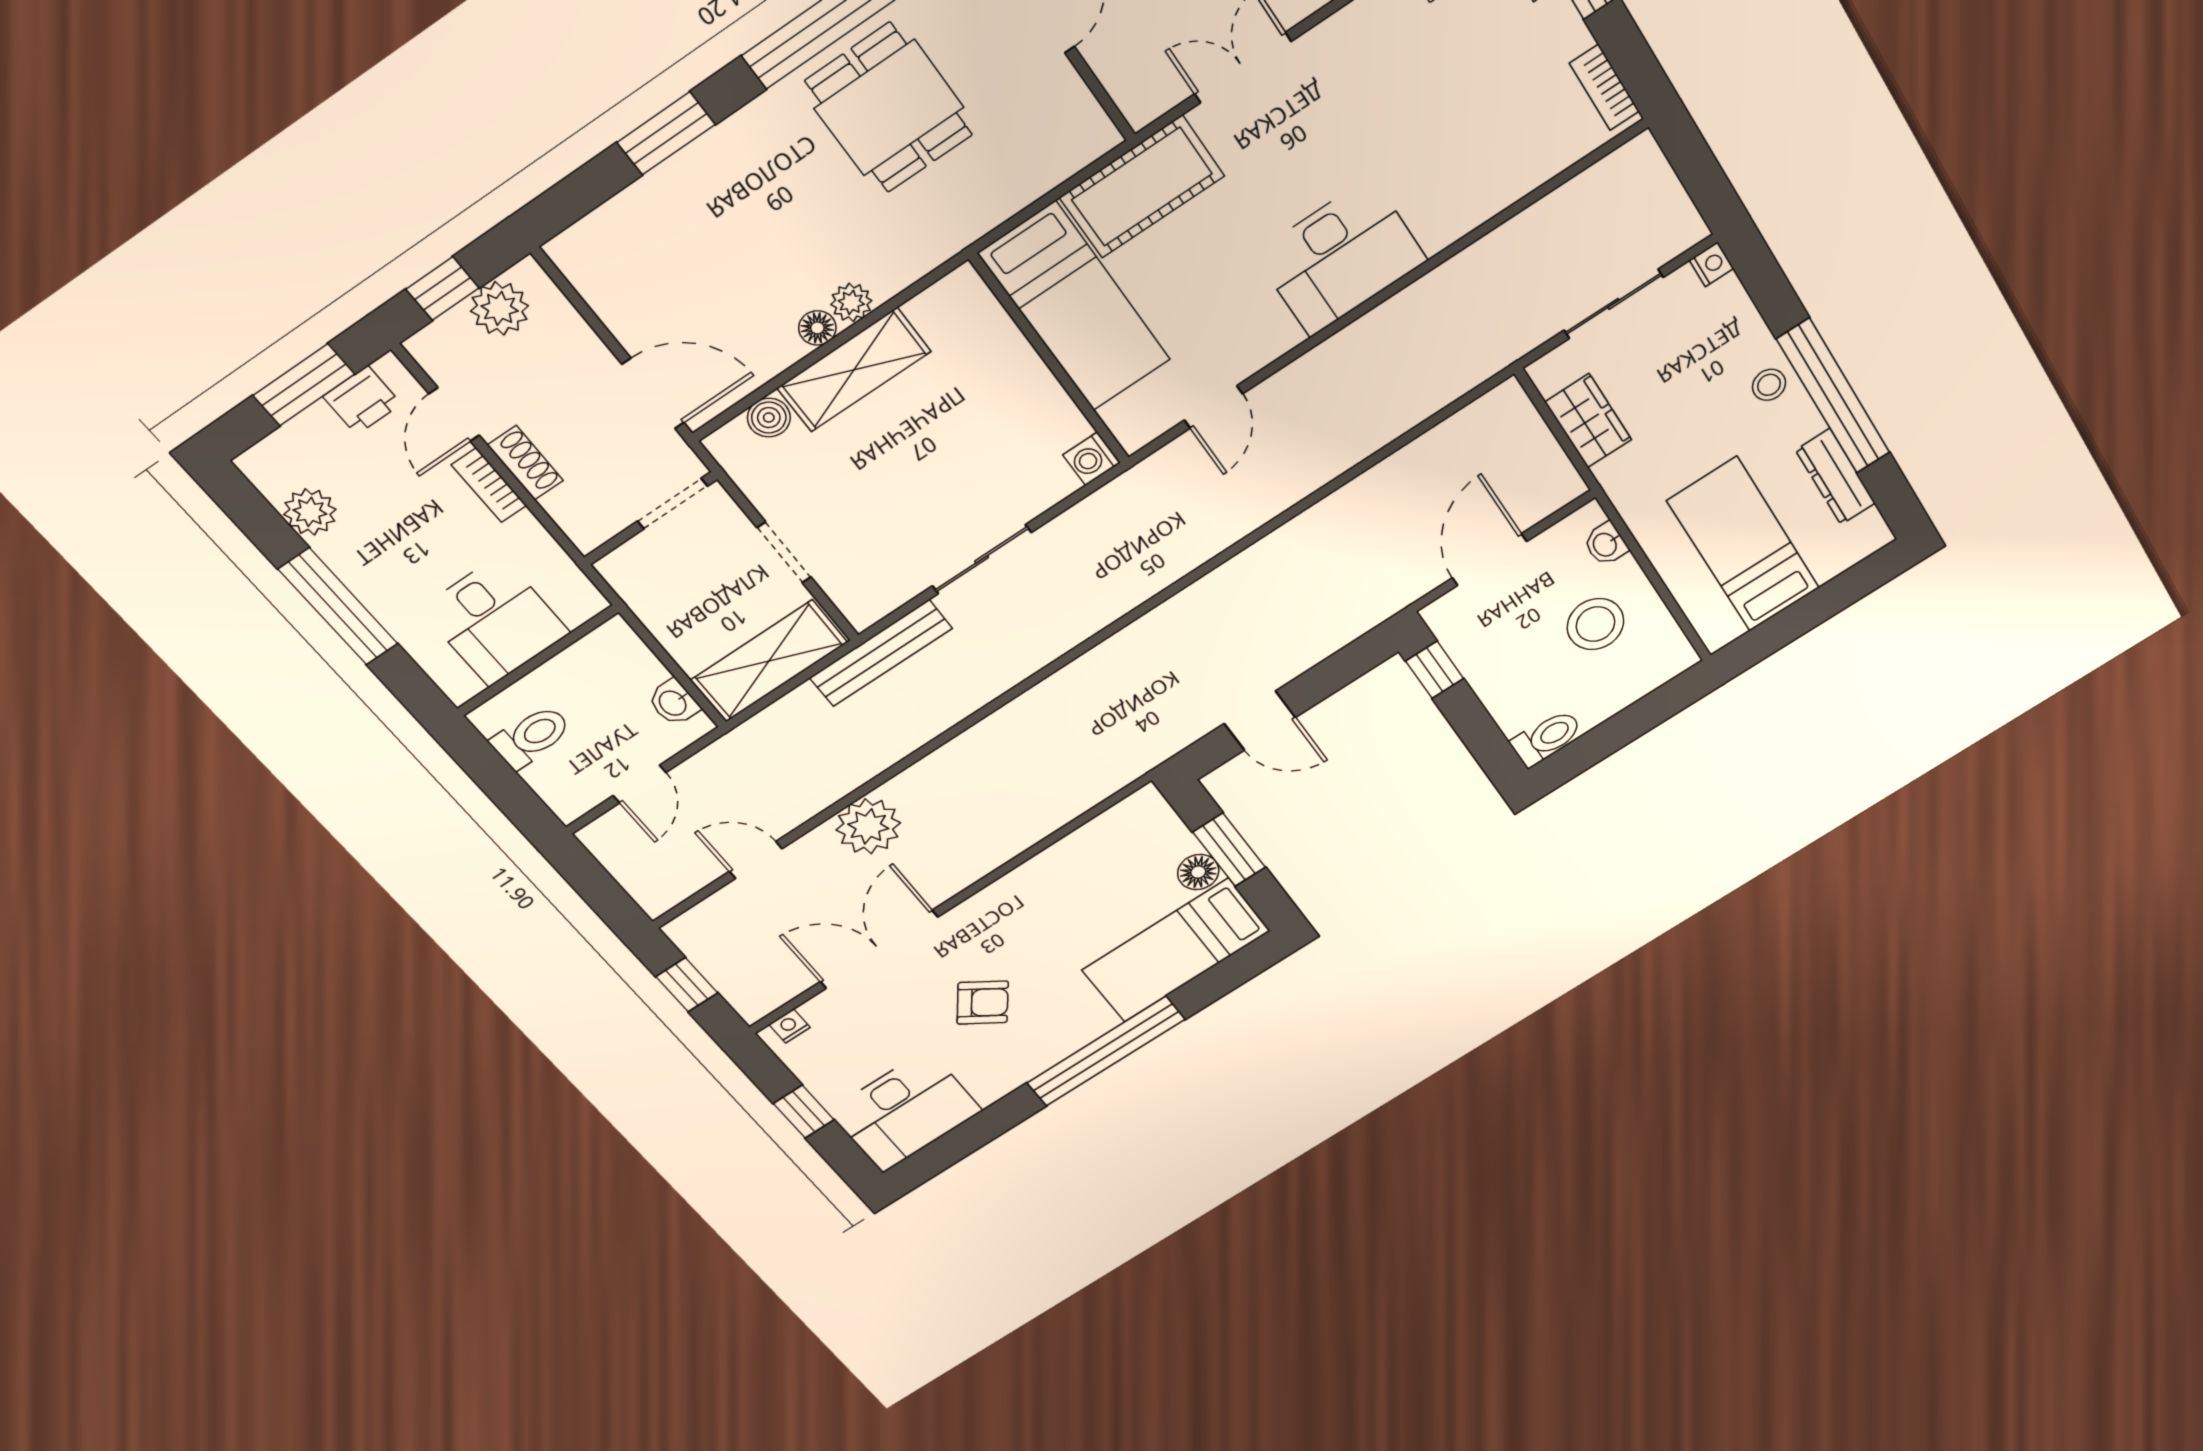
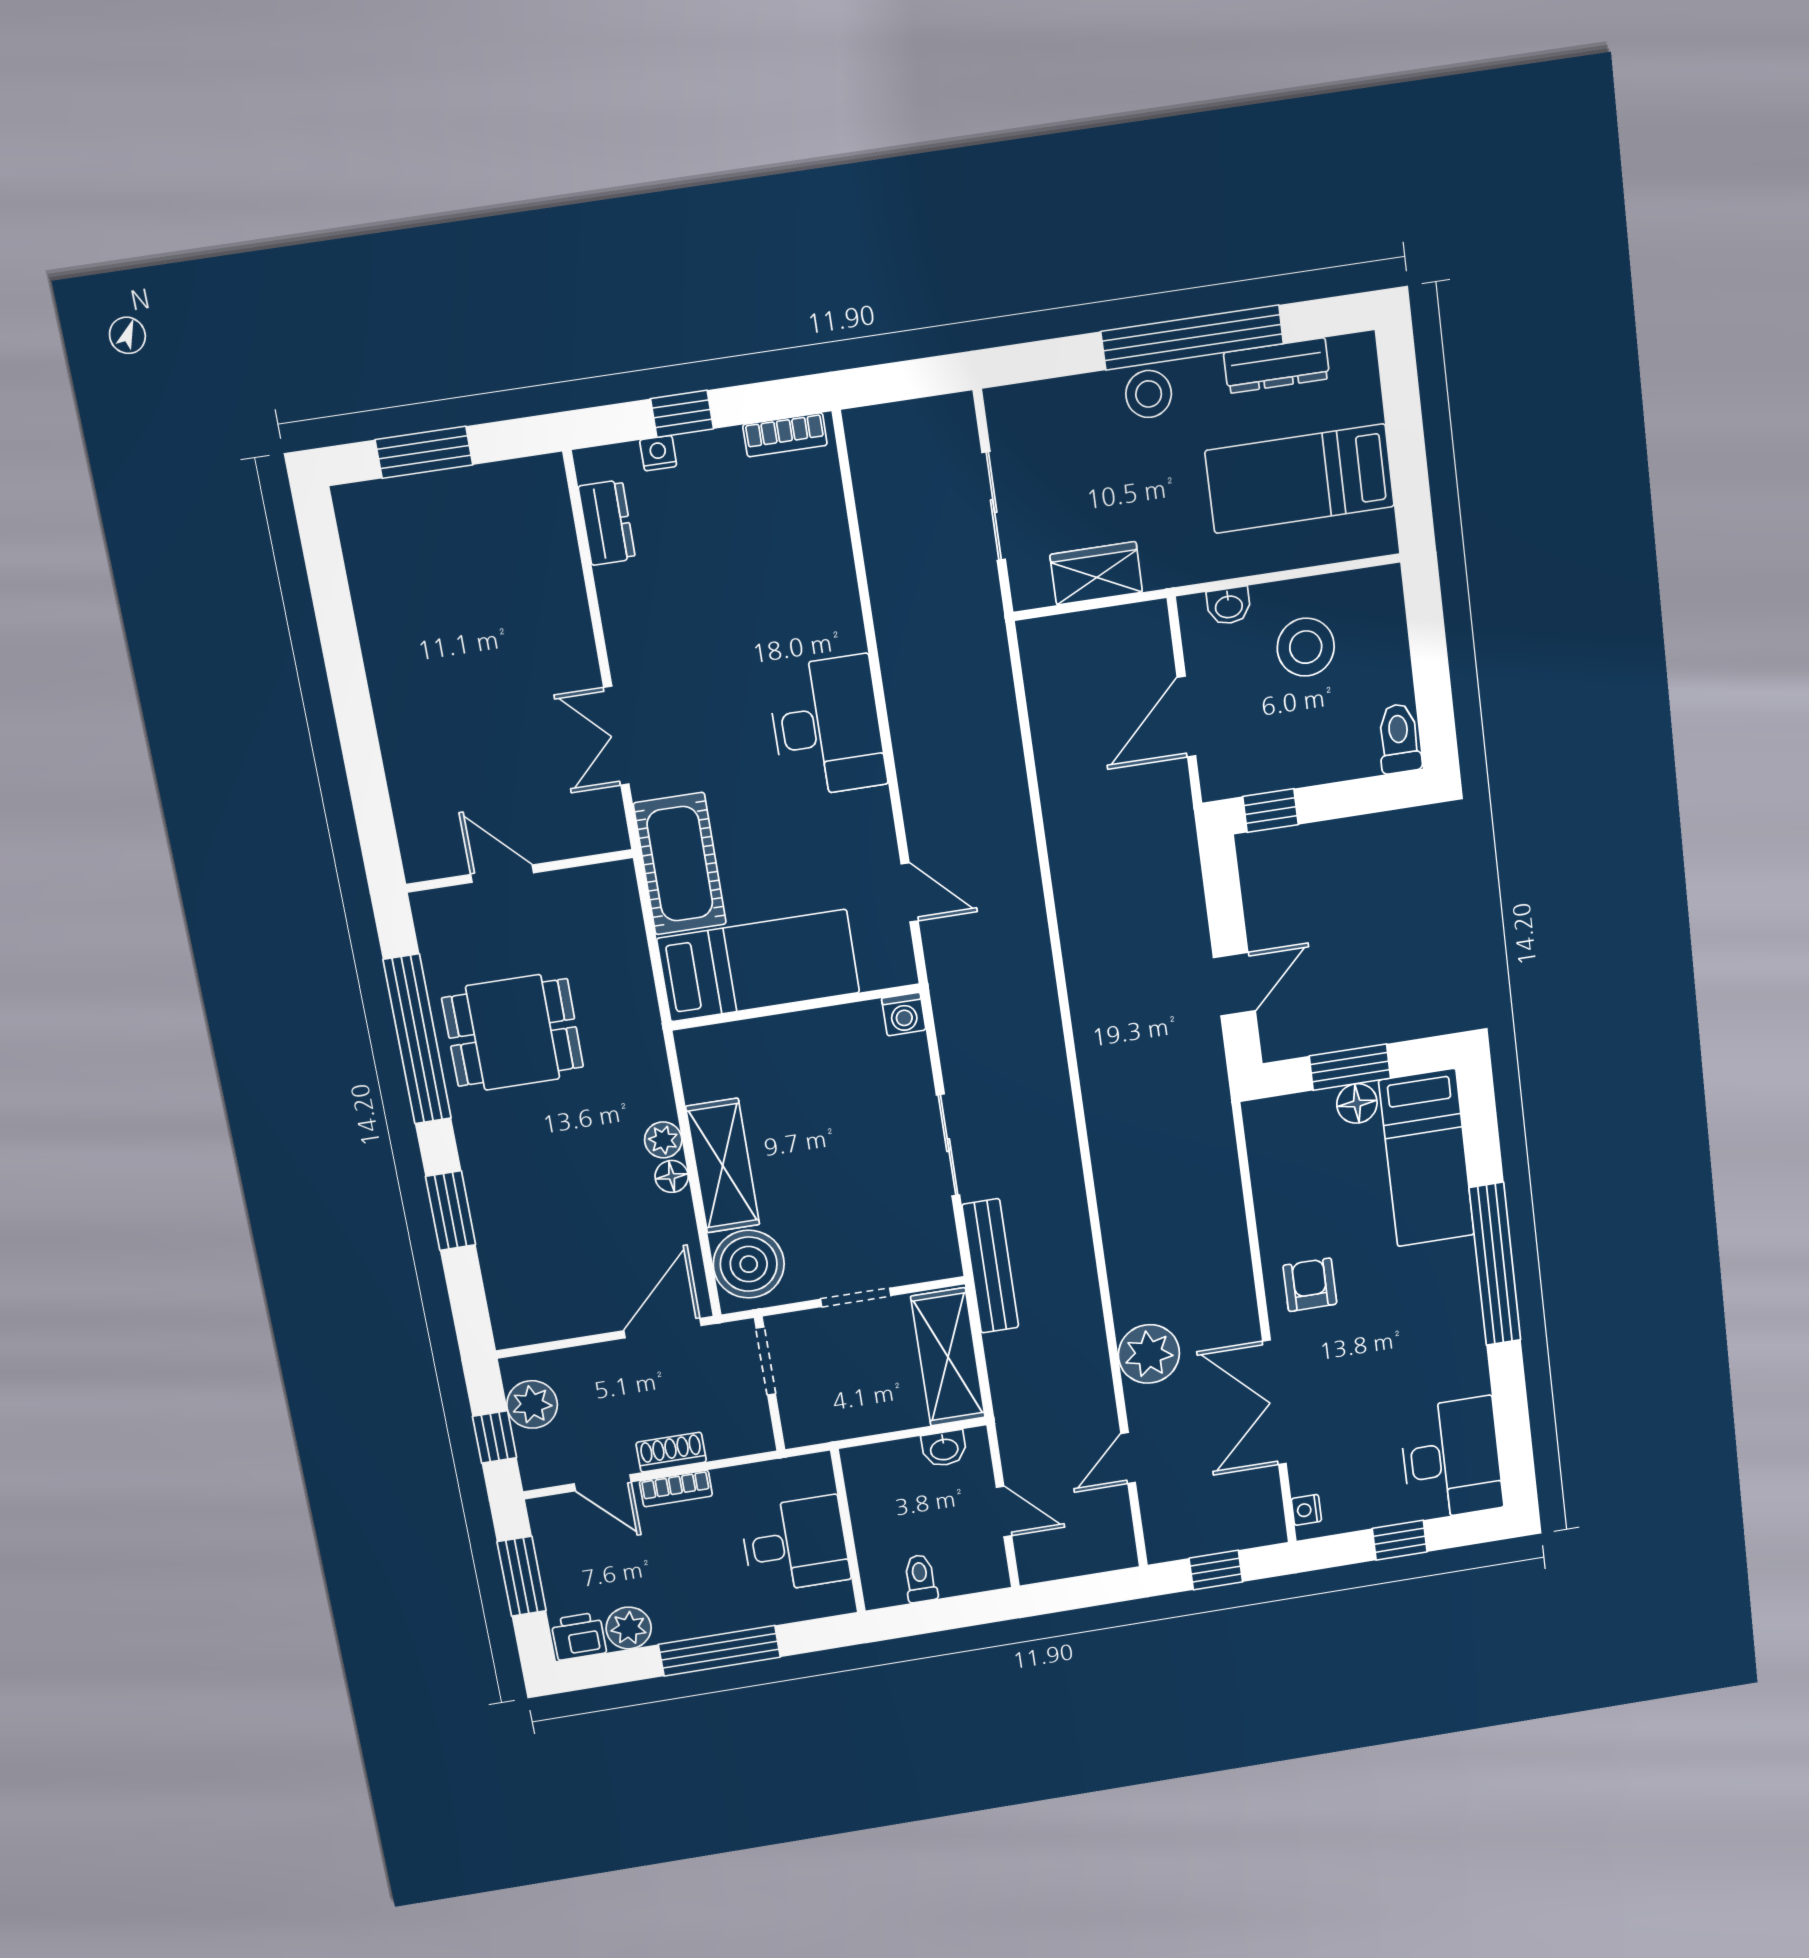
nightstand: (1712, 264) -> (1001, 403), removed
stool: (1769, 385) -> (1149, 394), width x1.37, depth x1.37
printer: (362, 400) -> (579, 1636), moved, turned -90
boiler: (769, 418) -> (749, 1264), width x1.86, depth x1.86
door: (1489, 560) -> (1186, 717), hinge flipped
toilet: (531, 737) -> (920, 1578), width x0.73, depth x0.72
armchair: (983, 1003) -> (1310, 1285), moved, turned -36

